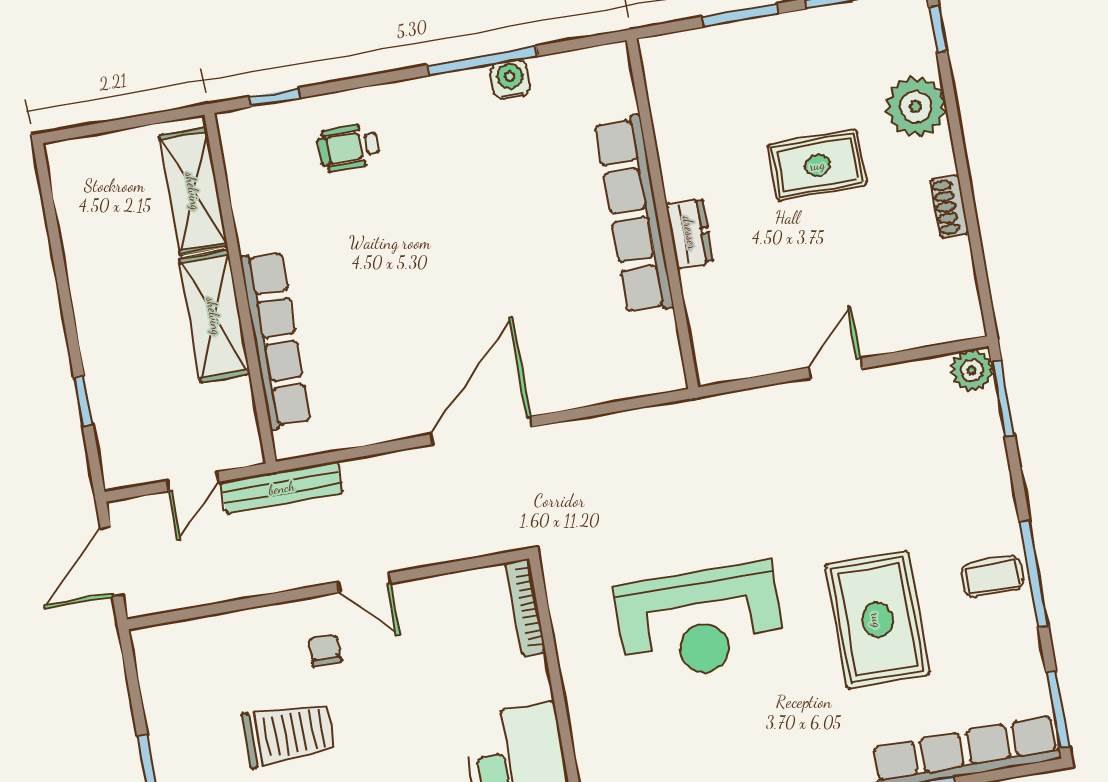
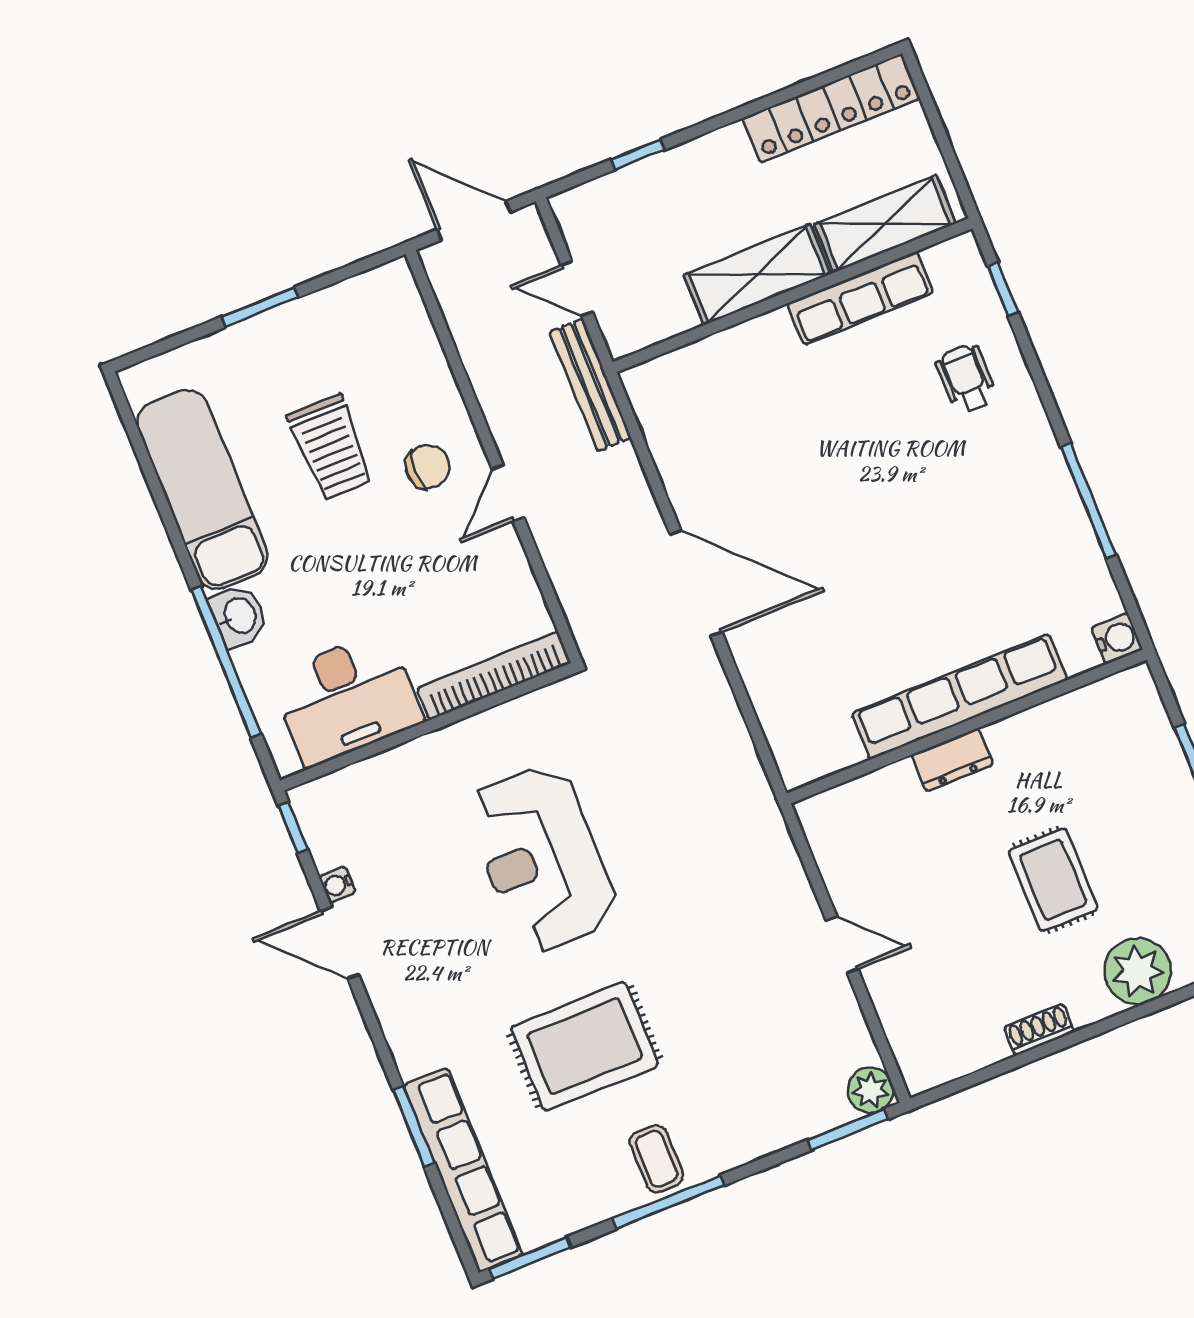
water cooler: (510, 79) -> (1117, 639), moved
locker: (79, 217) -> (831, 108), added
row of seats: (275, 340) -> (860, 298), moved, width x0.73
bookcase: (526, 607) -> (494, 676), width x1.48, depth x1.31
chair: (325, 650) -> (428, 467), width x1.37, depth x1.37

